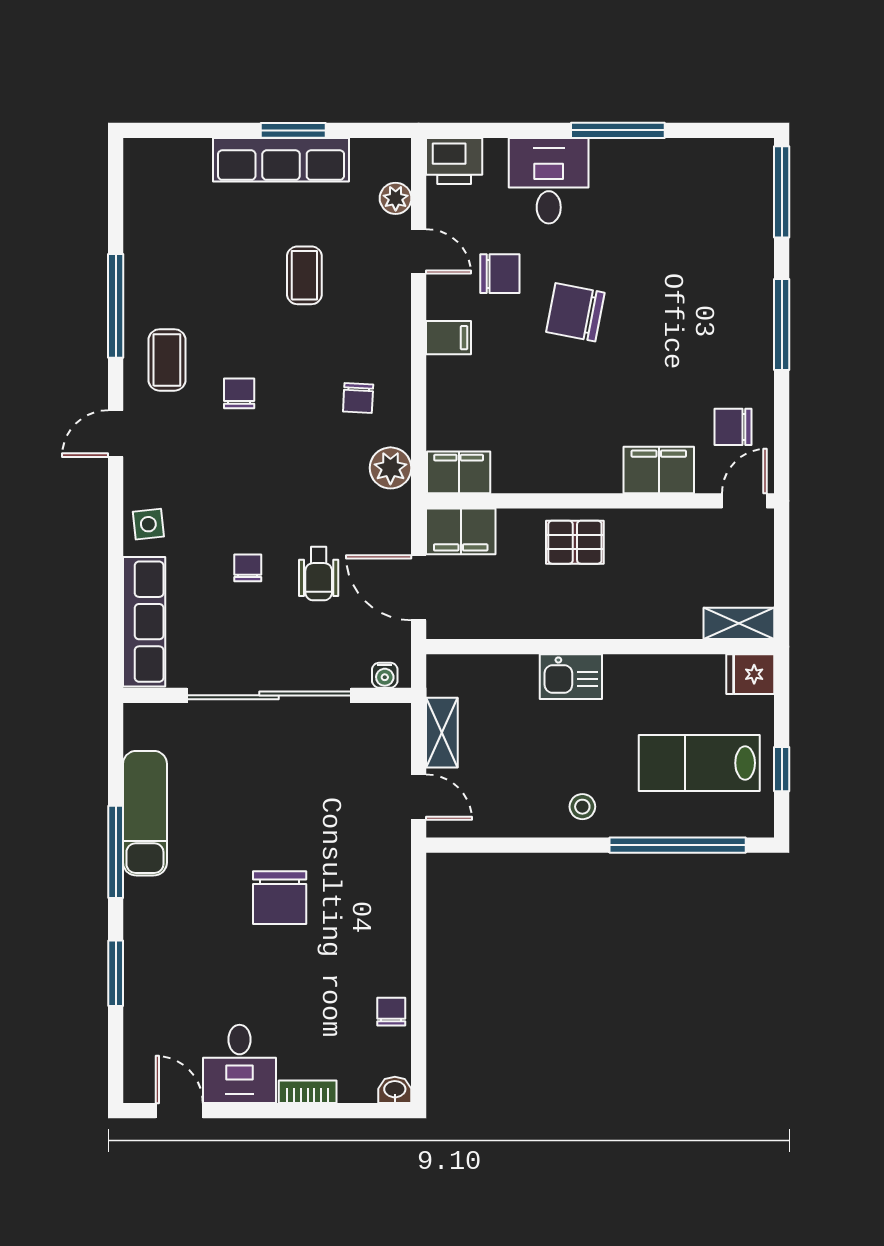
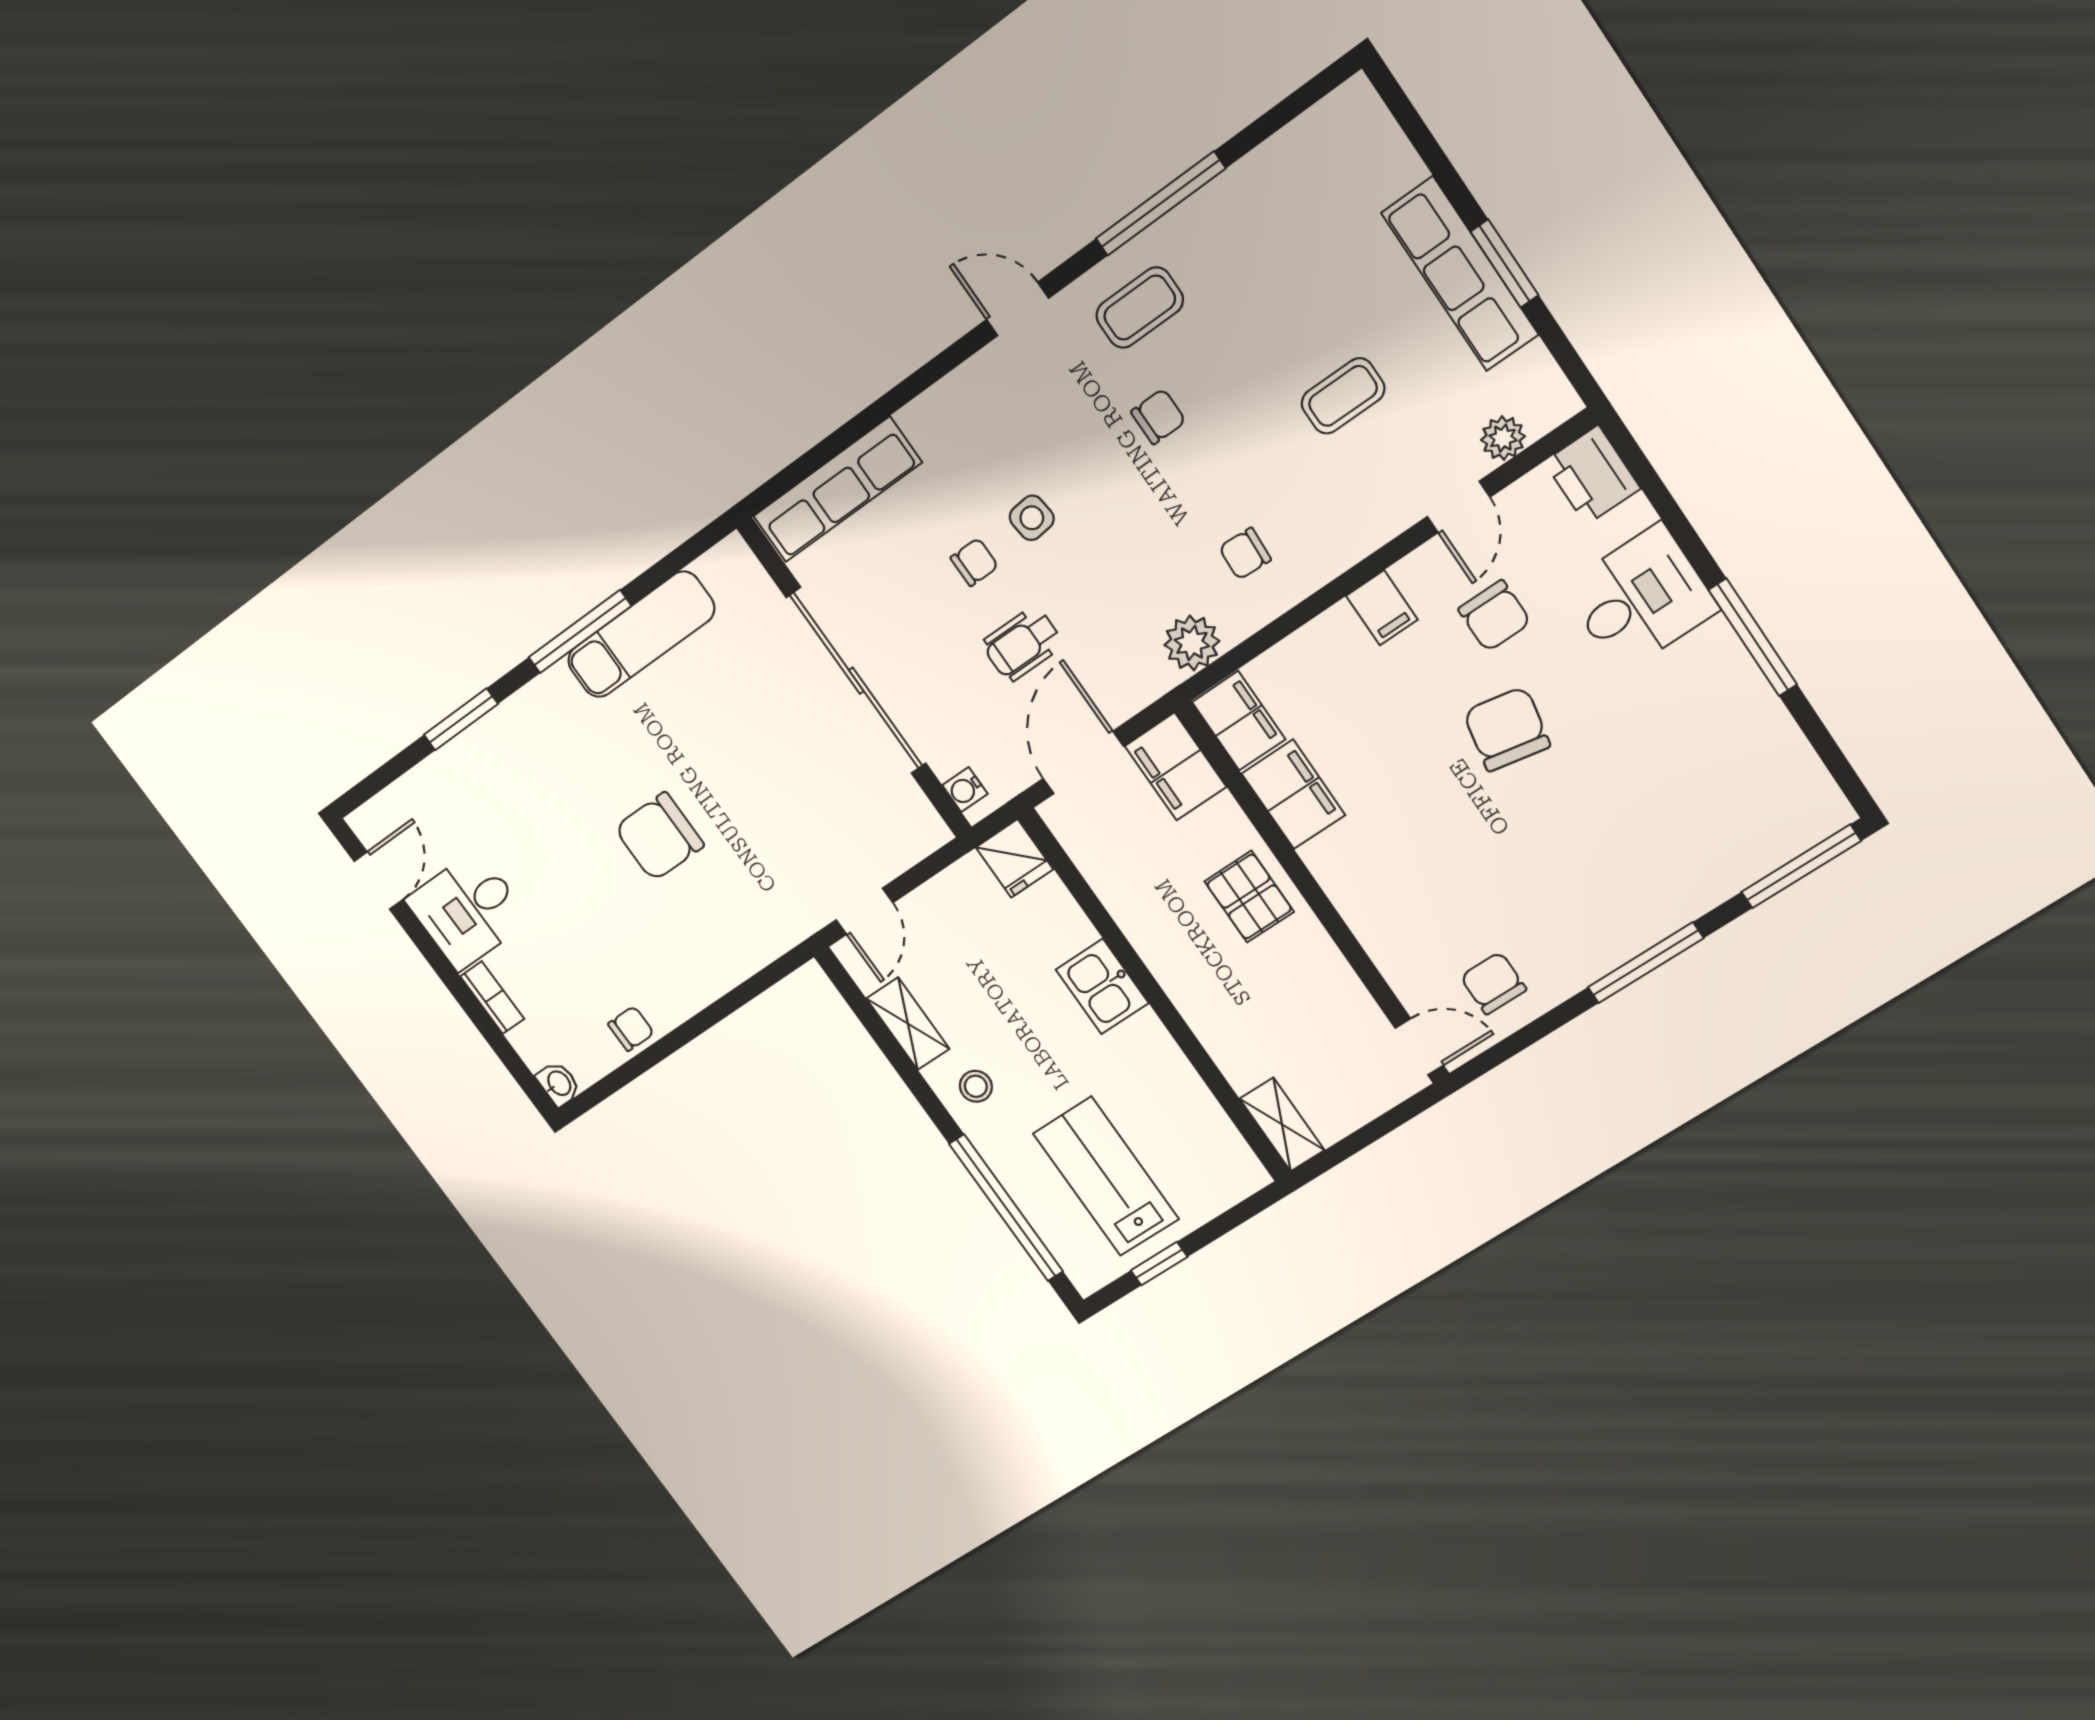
filing cabinet: (659, 470) -> (1293, 794), moved
side table: (148, 524) -> (1032, 518), moved
fridge: (750, 674) -> (1014, 858), moved, turned 180
shelving: (442, 733) -> (908, 1024), moved, turned 90

